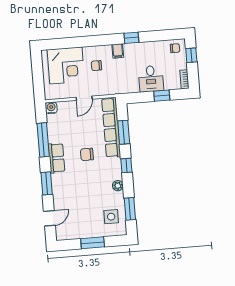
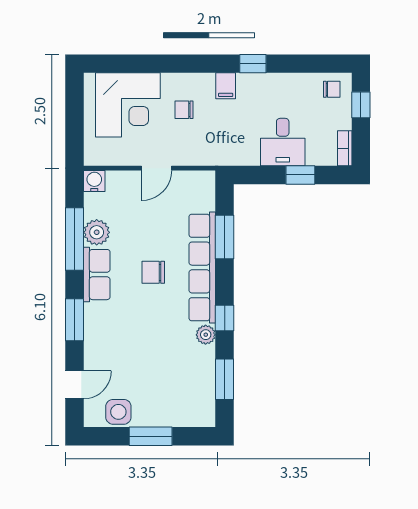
row of seats: (111, 127) -> (202, 267), moved
plant: (55, 135) -> (97, 232), added
window: (126, 165) -> (225, 318), moved
side table: (111, 217) -> (118, 412), moved

